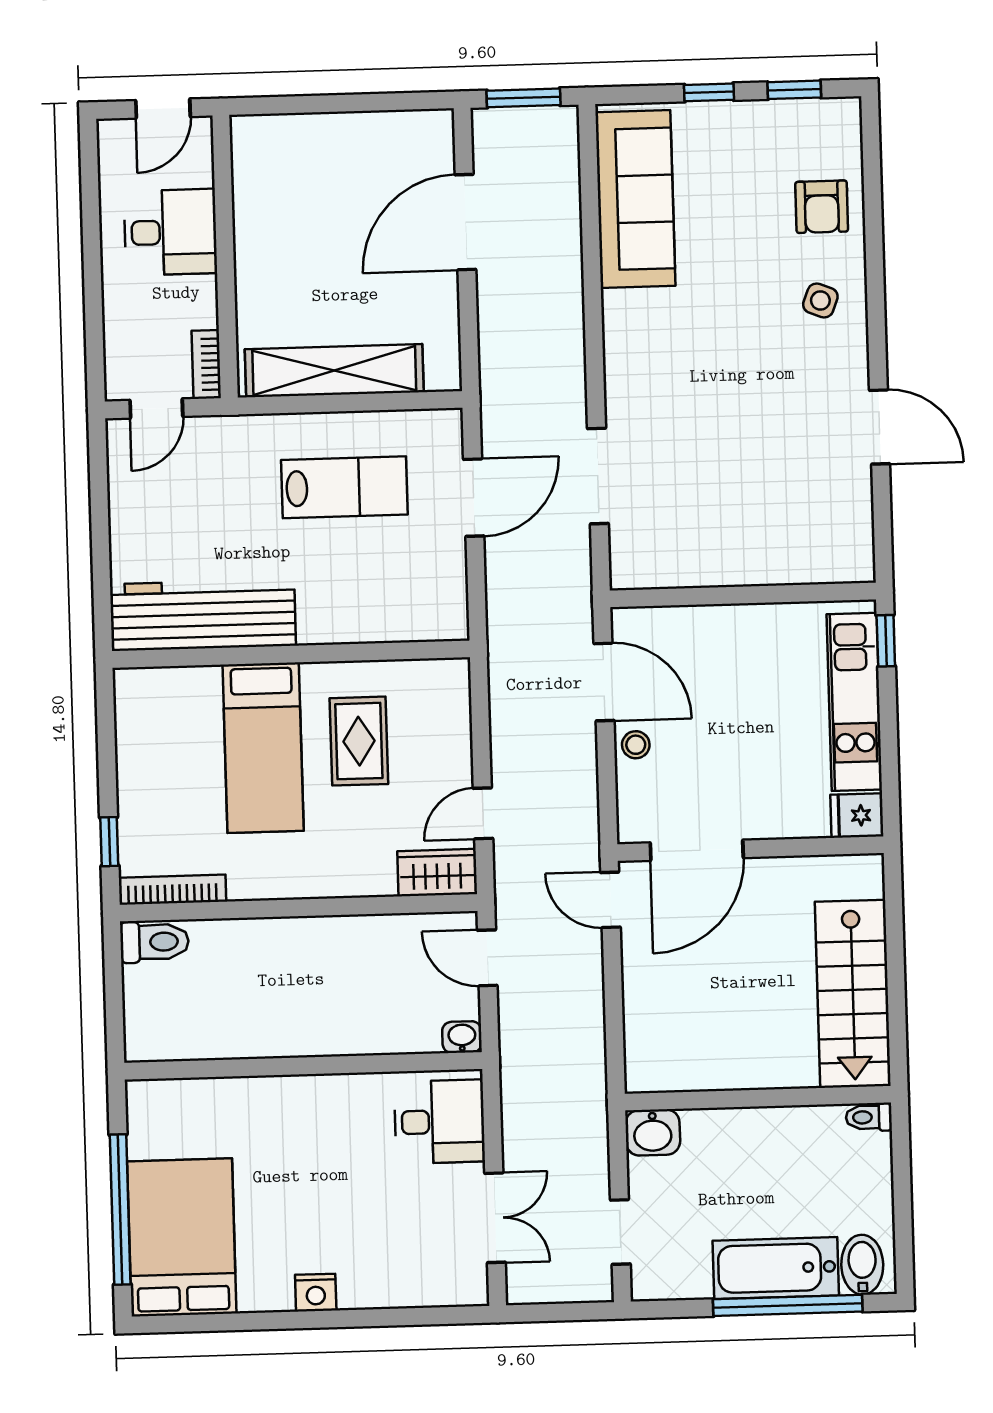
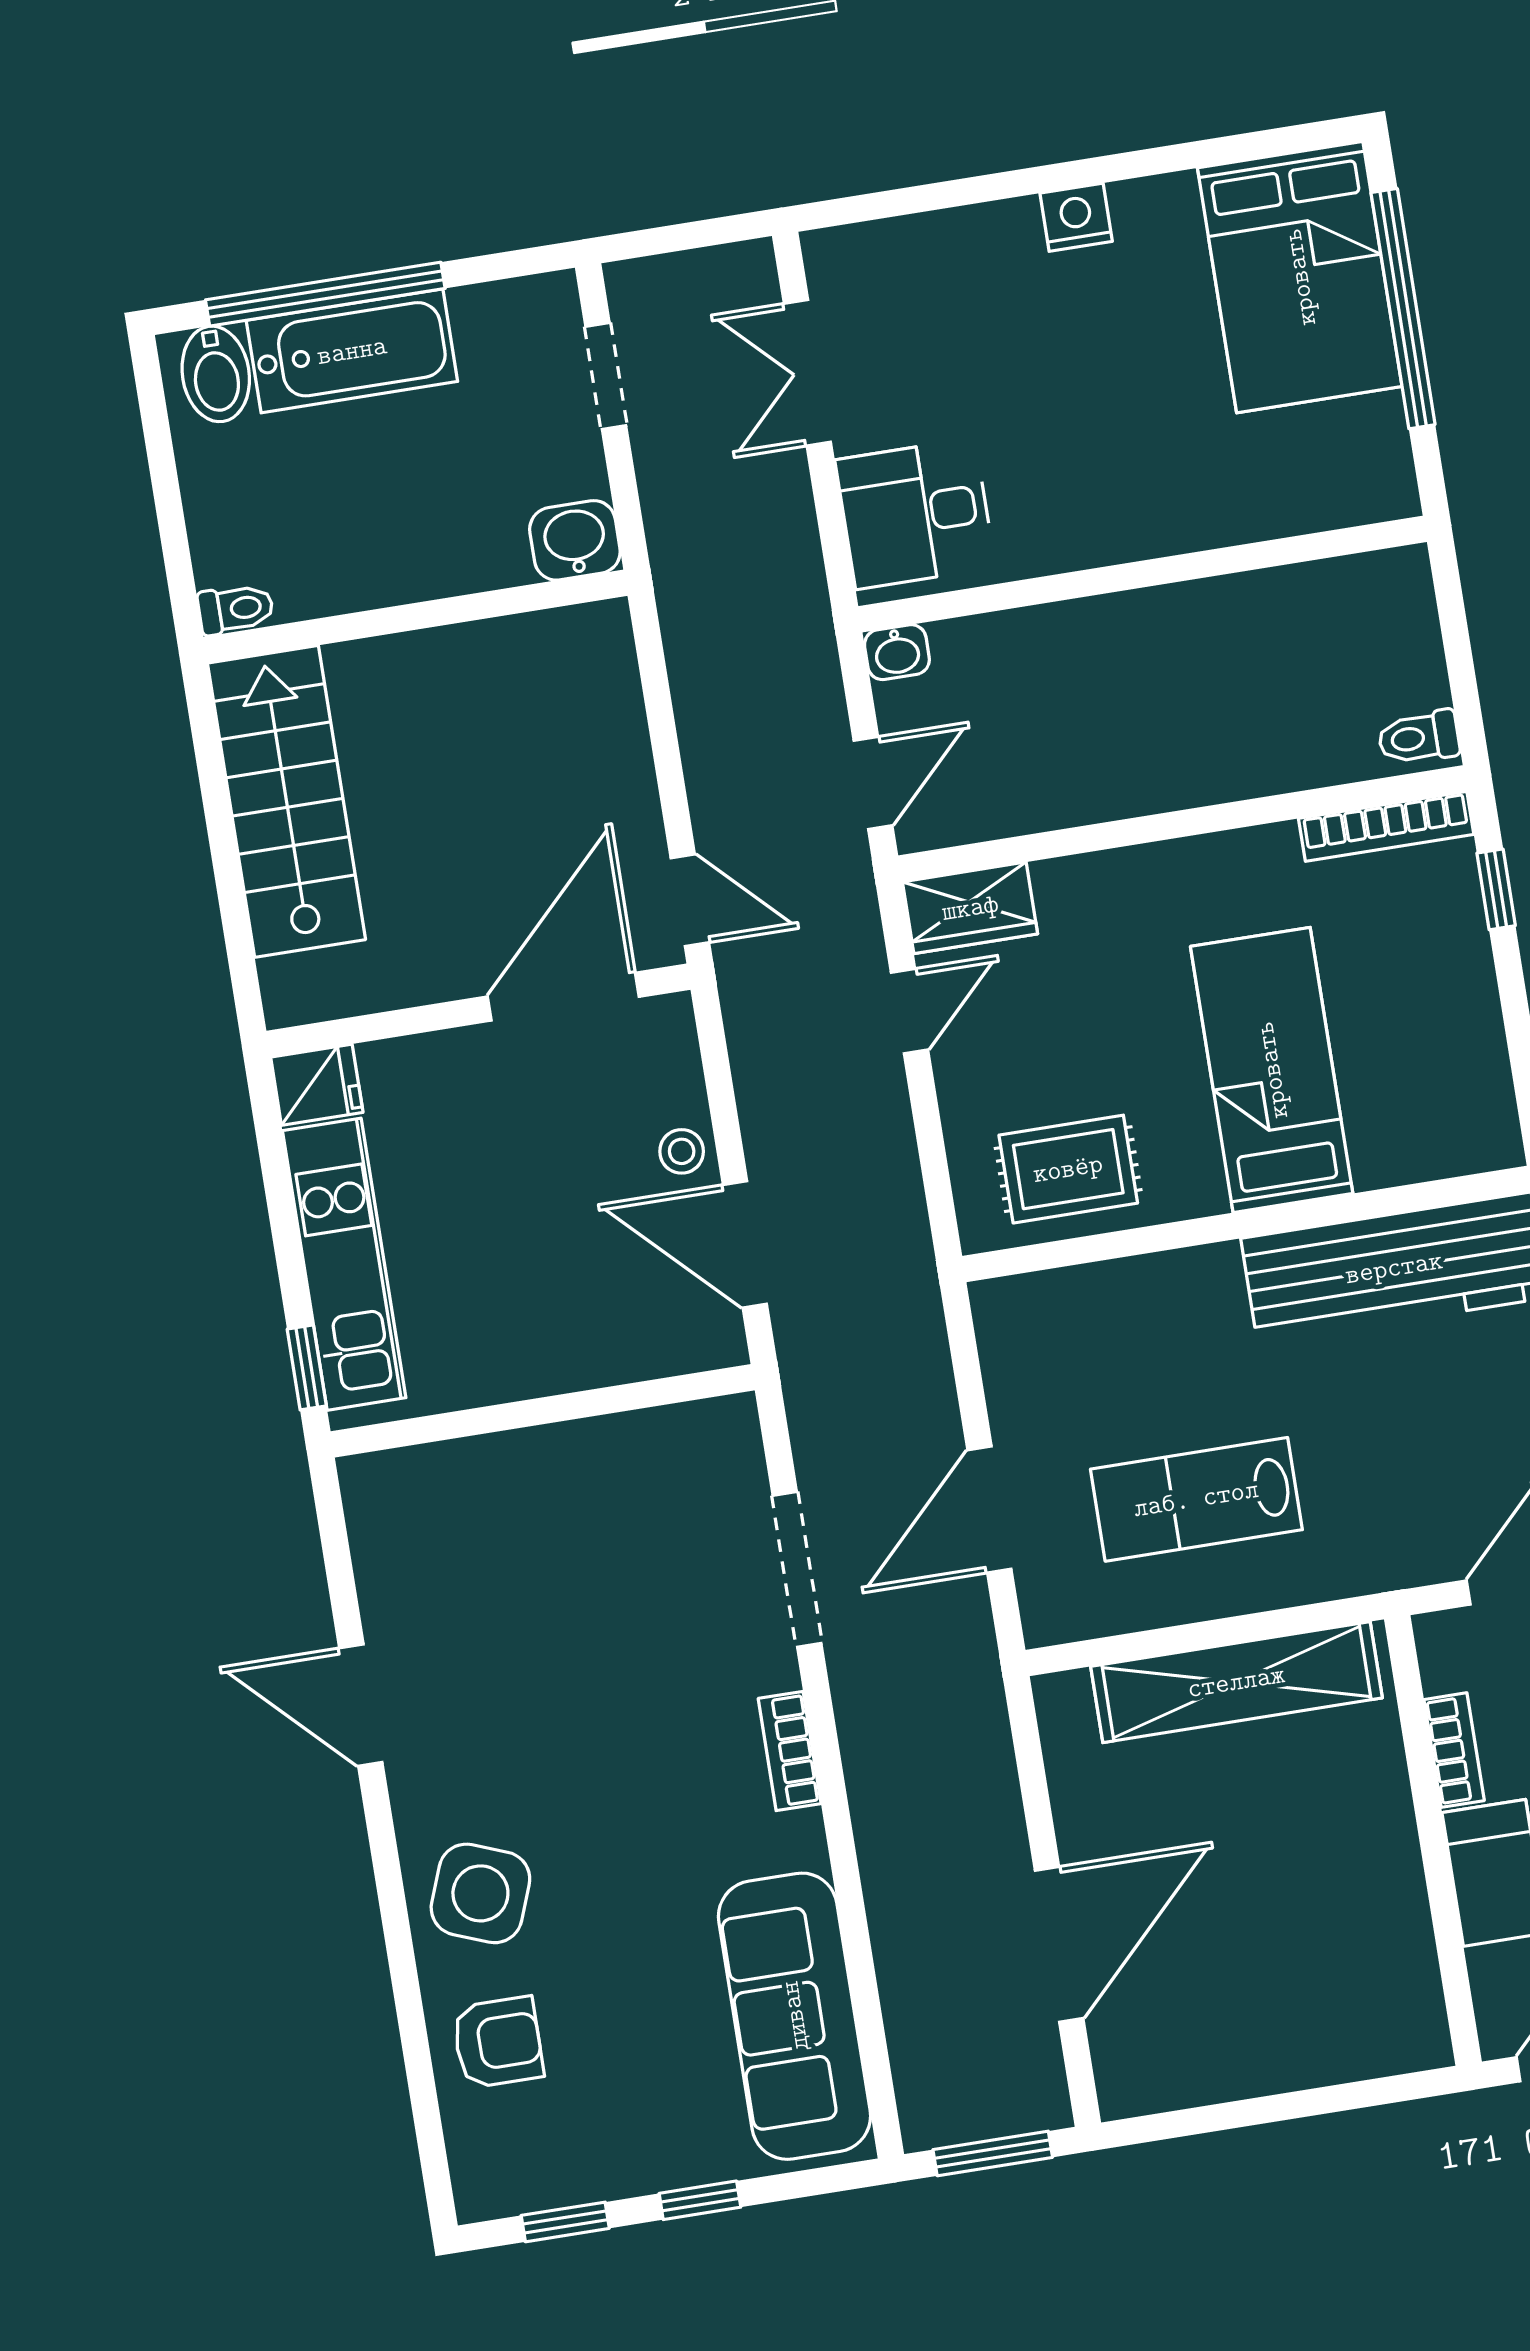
armchair: (822, 207) -> (498, 2042), turned 90
side table: (820, 300) -> (480, 1893), width x1.87, depth x1.87
bookcase: (206, 364) -> (1454, 1750), moved
bookcase: (617, 364) -> (790, 1751), added
rug: (359, 741) -> (1068, 1169), moved, turned 90
toilet: (154, 942) -> (1419, 737), width x0.73, depth x0.72
door: (487, 958) -> (873, 783), hinge flipped

